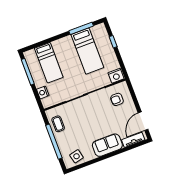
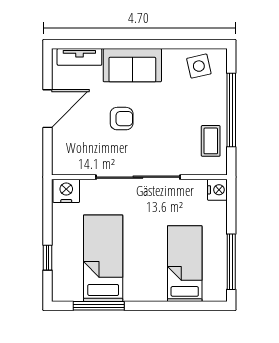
nightstand: (43, 92) -> (217, 190), moved
armchair: (117, 99) -> (122, 119), moved
door: (143, 121) -> (47, 109), moved

